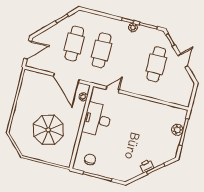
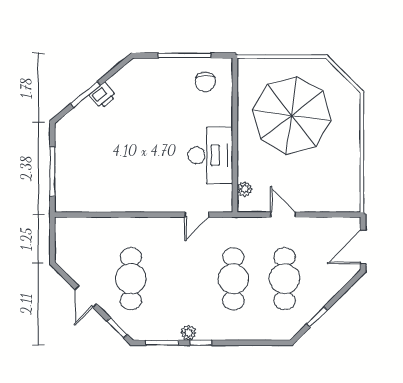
door: (66, 78) -> (283, 215), width x0.53
parasol: (48, 130) -> (292, 115), width x1.36, depth x1.36
plant: (177, 130) -> (65, 173), removed

